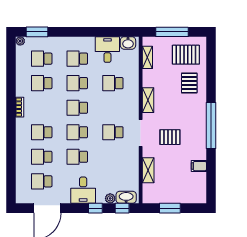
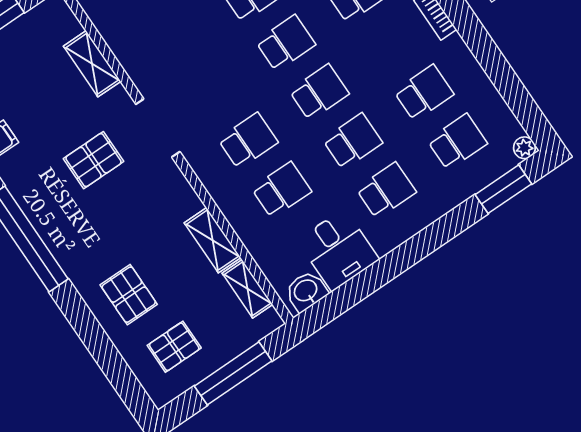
pallet: (186, 55) -> (174, 347), width x0.67, depth x0.71
shelving: (148, 100) -> (213, 240), moved
school desk: (113, 132) -> (248, 141), moved

